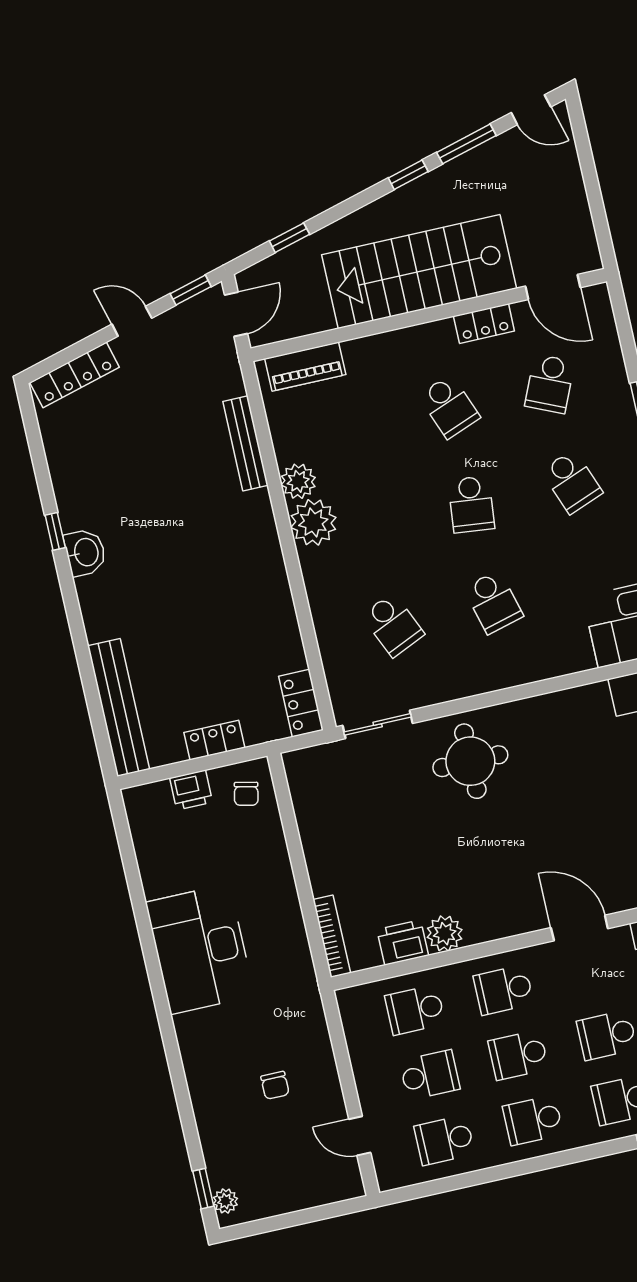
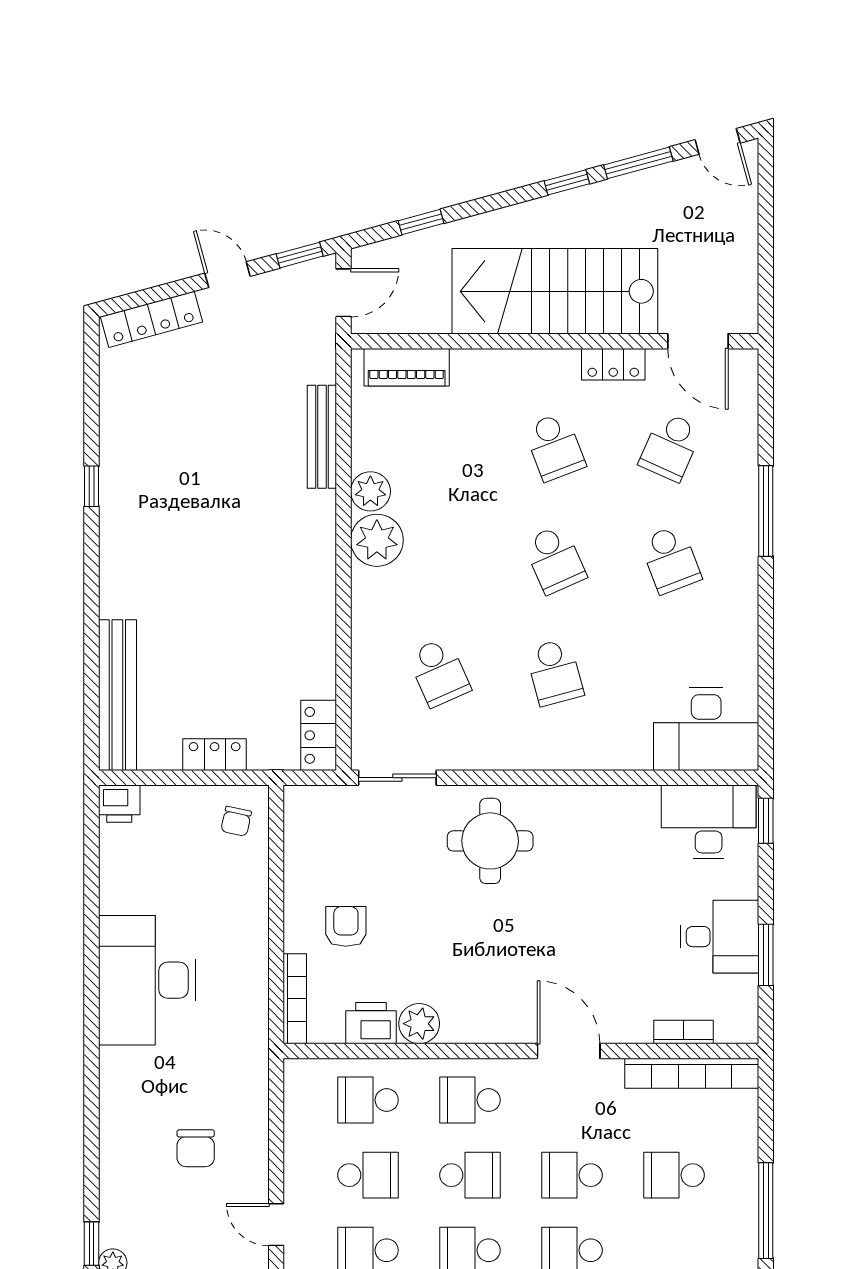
school desk: (471, 504) -> (555, 559), turned -30
washbasin: (85, 552) -> (119, 517), removed
printer: (191, 790) -> (119, 804), moved
armchair: (362, 864) -> (346, 926), added
school desk: (518, 1055) -> (470, 1175), turned 180
chair: (275, 1085) -> (196, 1148), width x1.37, depth x1.37

